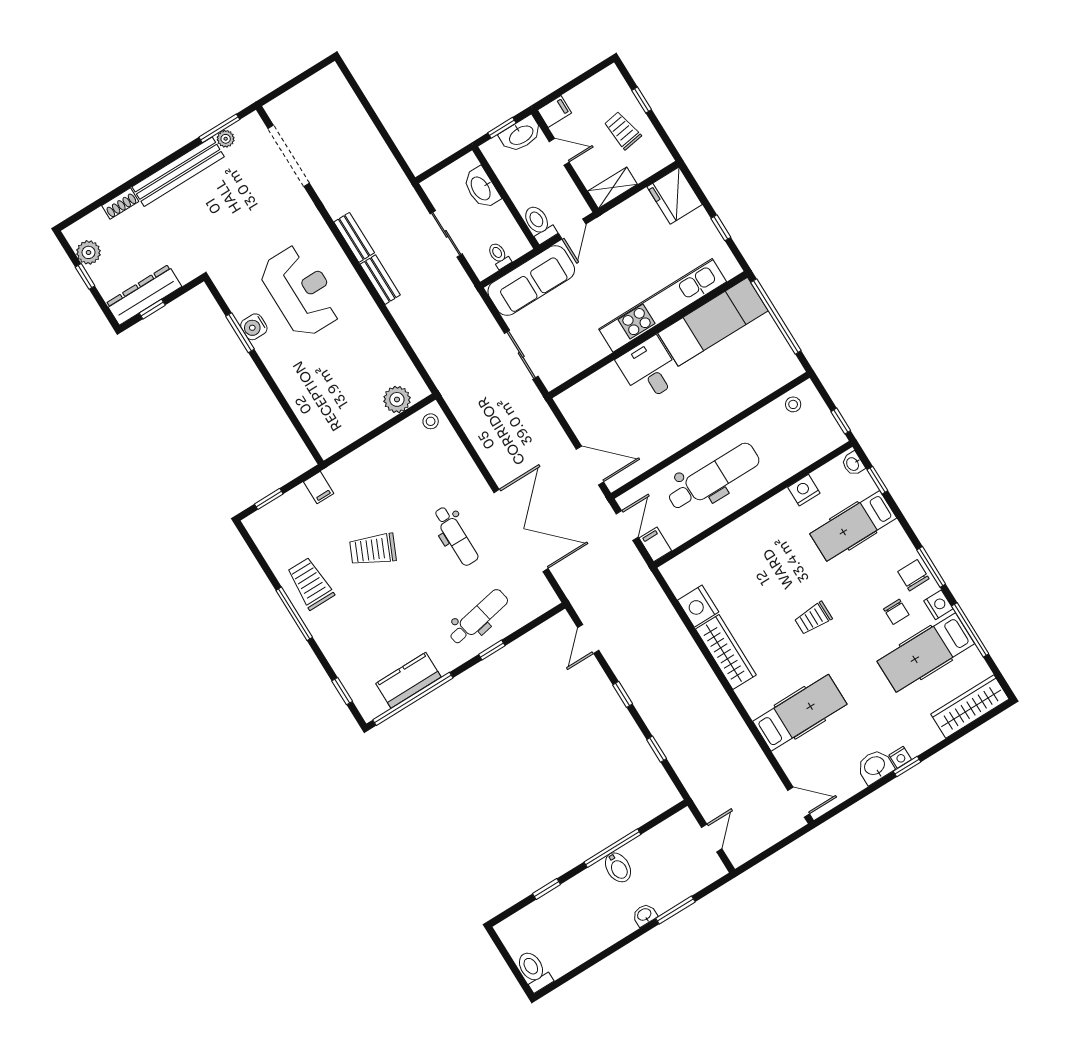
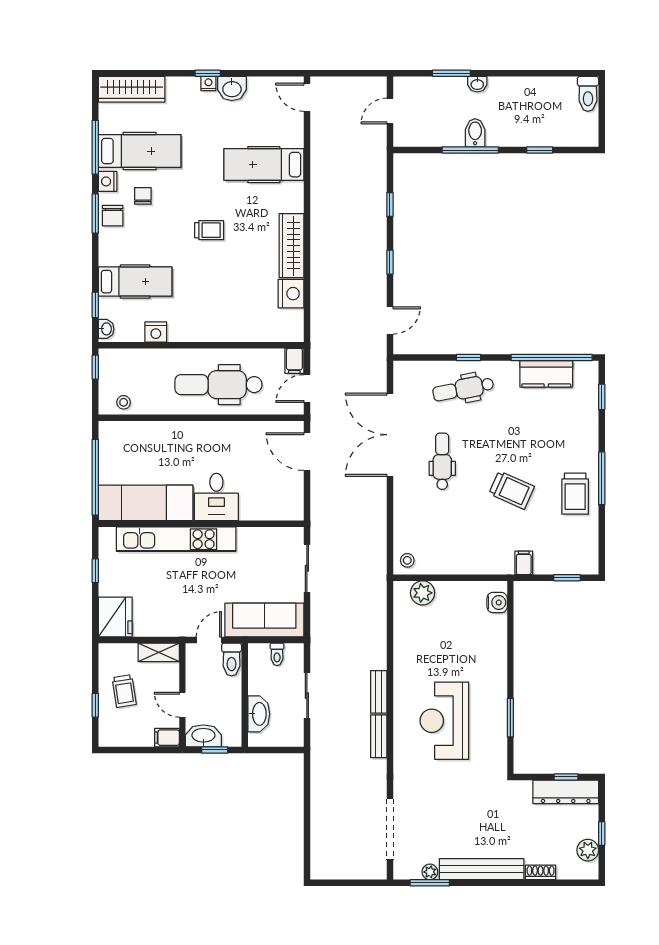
water cooler: (254, 327) -> (497, 603), moved

